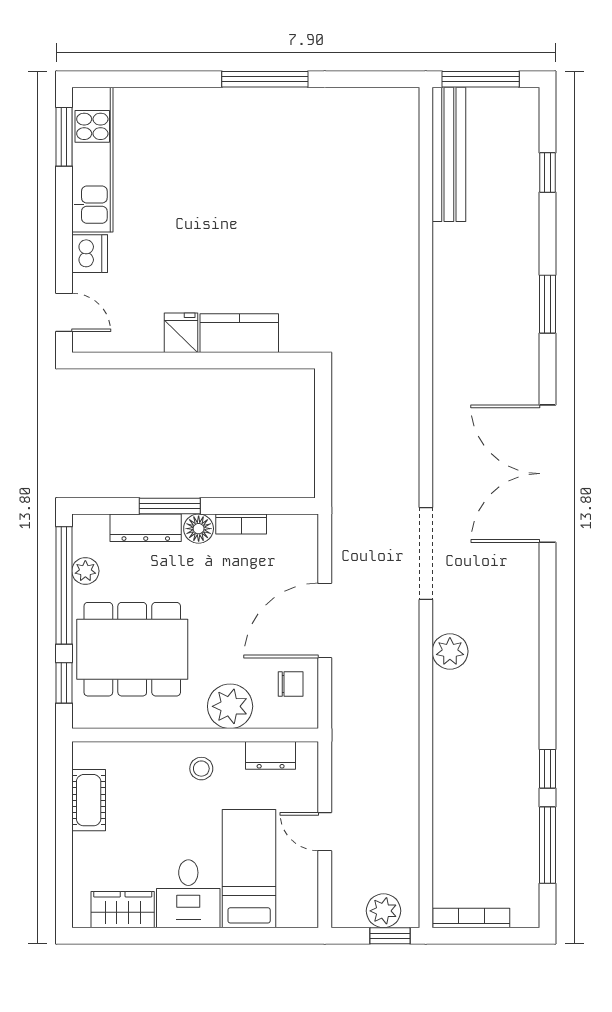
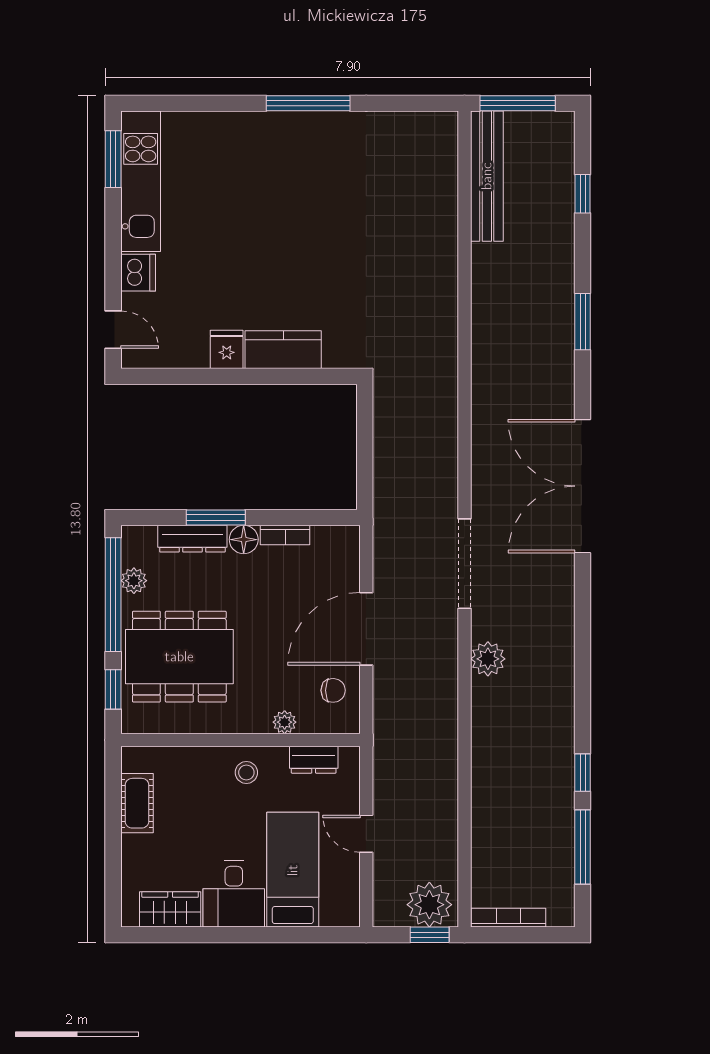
plant: (230, 706) -> (285, 722), width x0.53, depth x0.53
plant: (383, 911) -> (429, 905), width x1.36, depth x1.36

